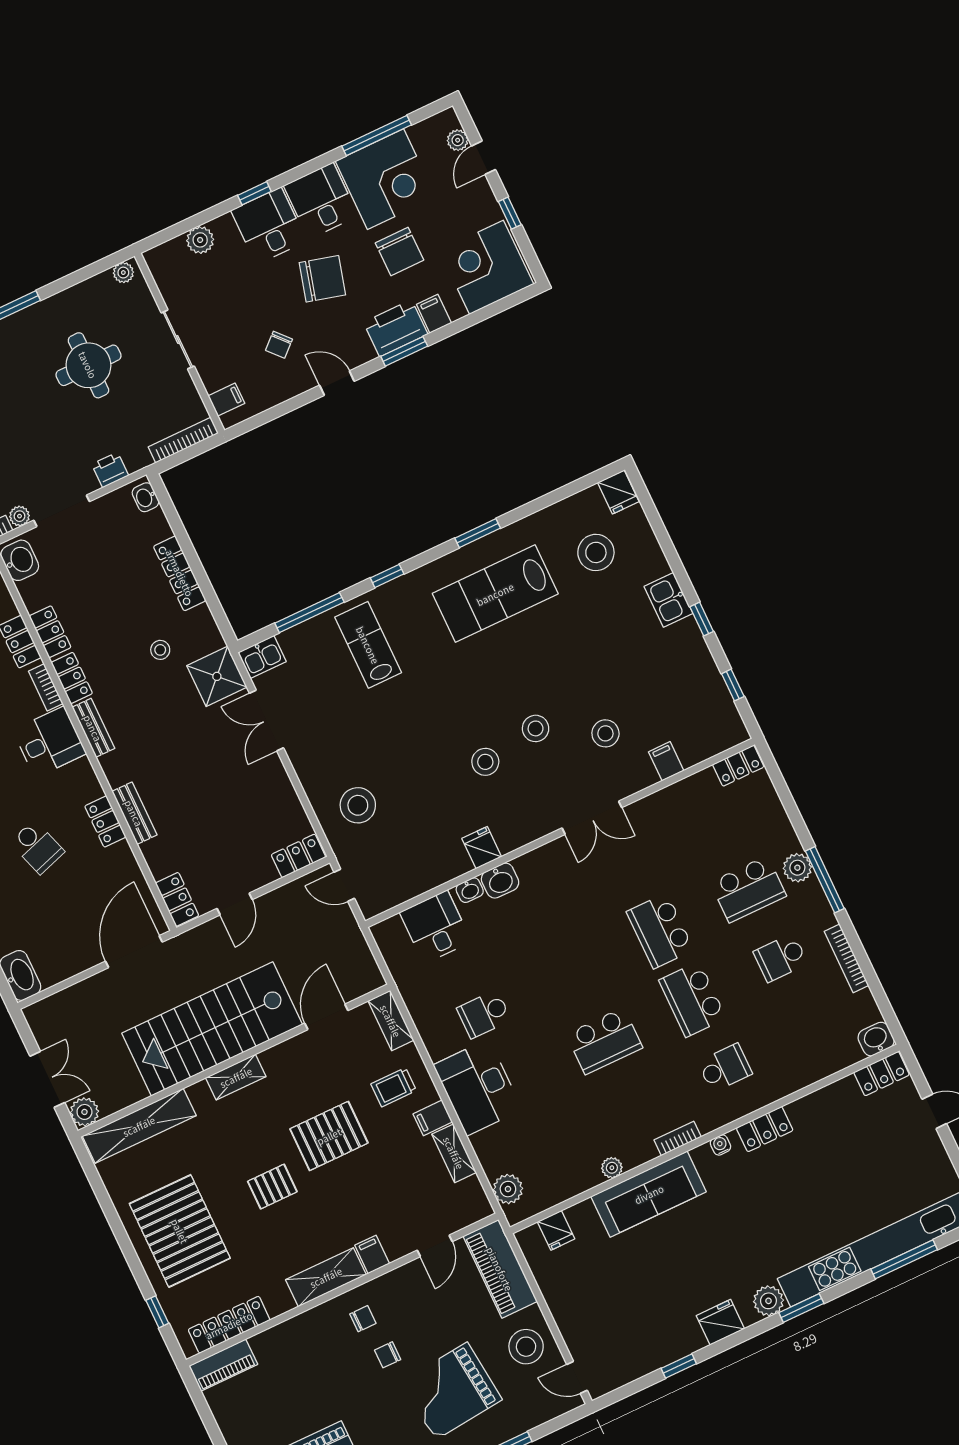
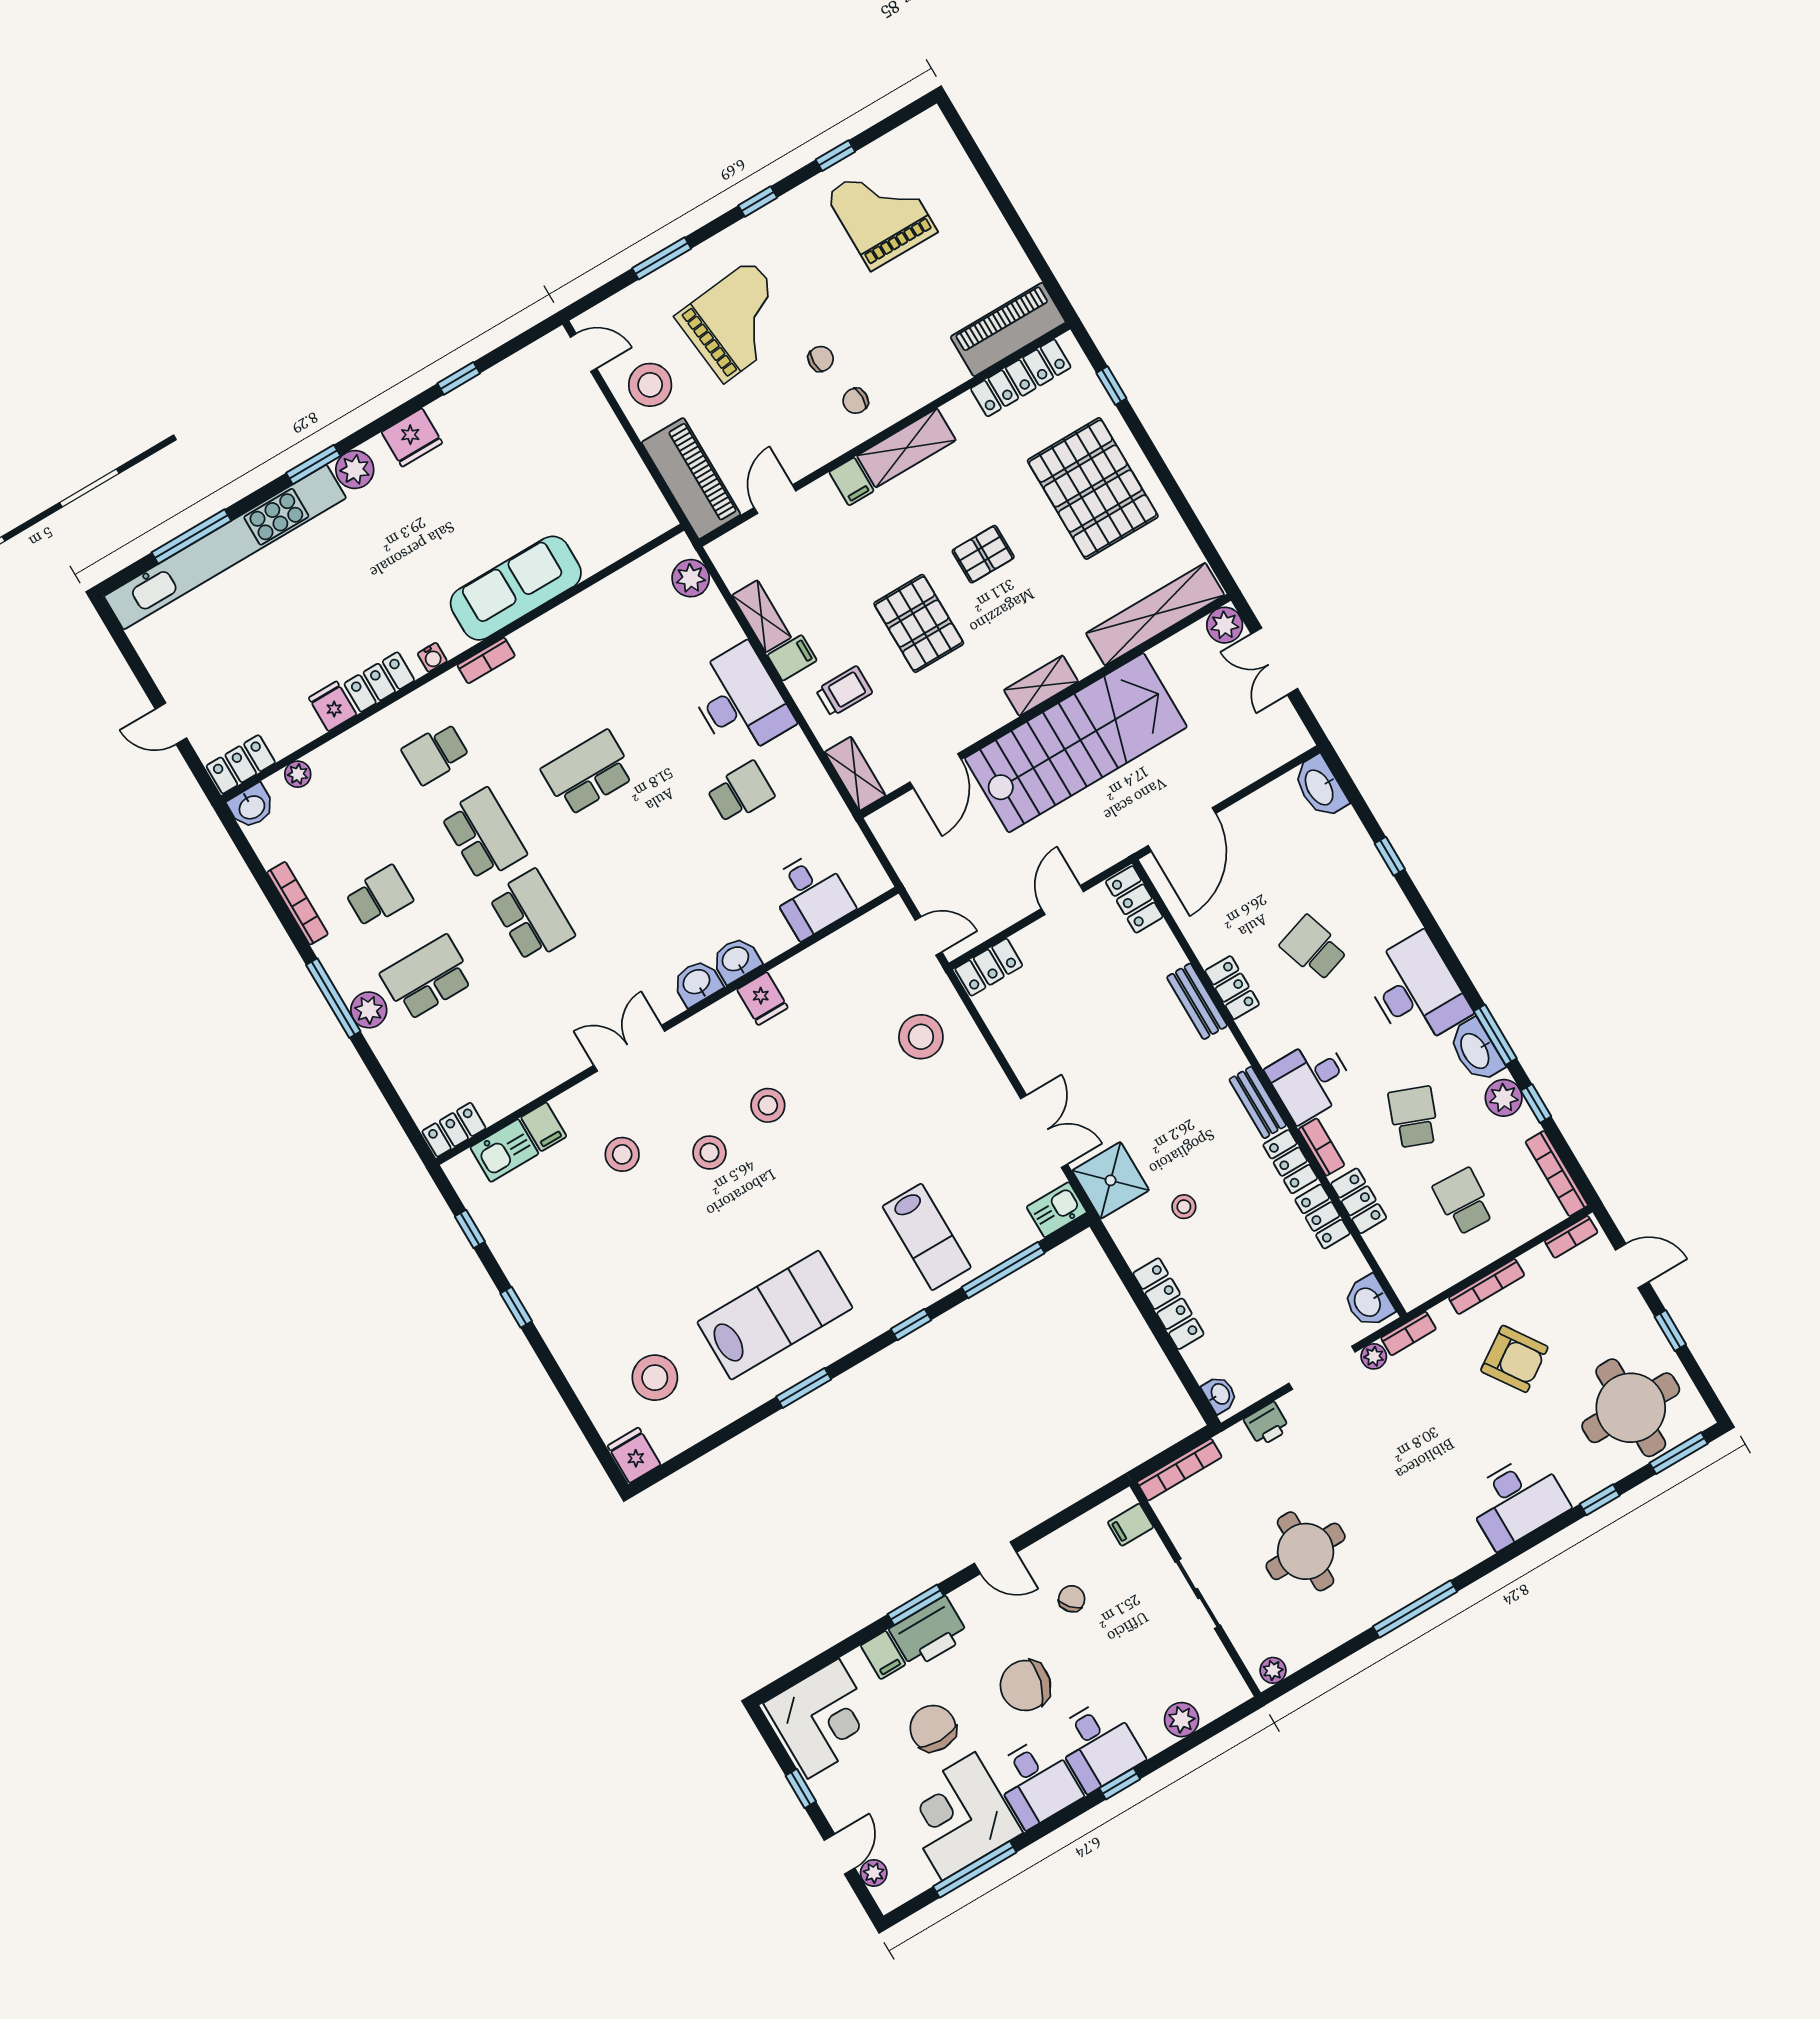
kitchen sink: (668, 600) -> (504, 1151), moved, turned 90
washbasin: (470, 890) -> (697, 983), moved, width x1.38, depth x1.45
pallet: (329, 1136) -> (919, 623), turned 90
plant: (612, 1168) -> (298, 774), moved
fridge: (556, 1230) -> (333, 706), moved
piano: (223, 1365) -> (1008, 330), width x1.37, depth x1.33

